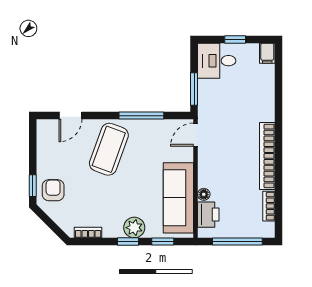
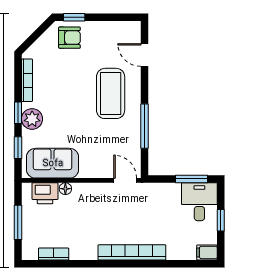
window: (194, 89) -> (192, 179), moved
coffee table: (109, 149) -> (111, 93), turned 70
bookcase: (267, 156) -> (132, 252), moved
sofa: (178, 198) -> (53, 163), width x0.73
bookcase: (88, 233) -> (27, 80), width x1.56
window: (237, 242) -> (18, 222), width x0.69

